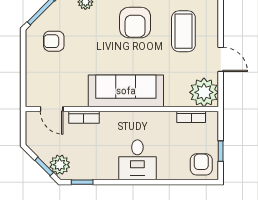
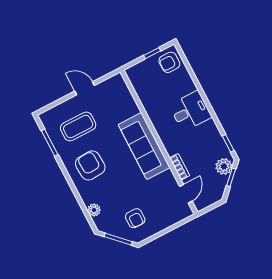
armchair: (135, 23) -> (90, 165), turned -93
door: (221, 59) -> (85, 88), hinge flipped
plant: (204, 92) -> (115, 88), removed
bookcase: (191, 117) -> (138, 88), removed

